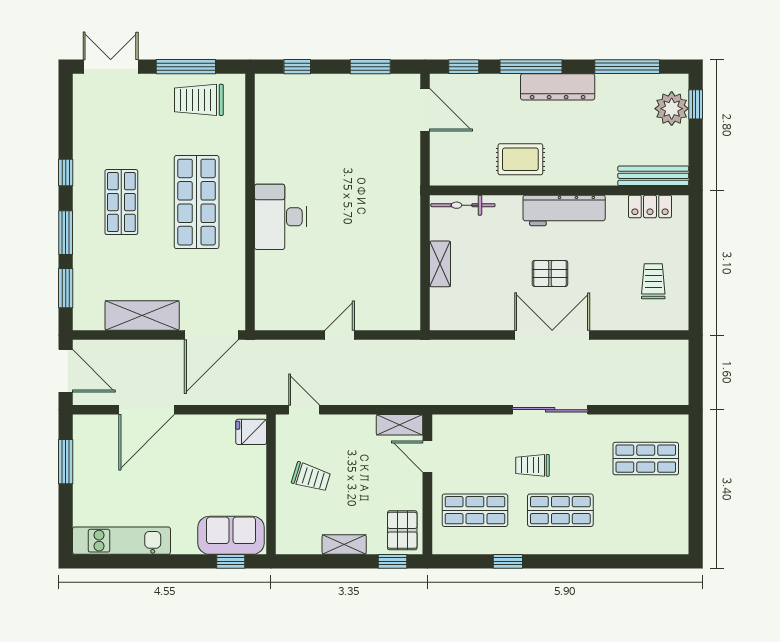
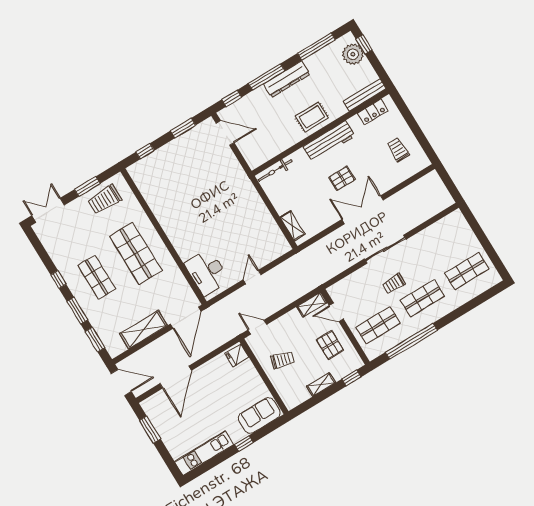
window: (186, 67) -> (87, 186), width x0.69
rug: (520, 159) -> (312, 117), moved
desk: (280, 217) -> (207, 272), moved
shelving: (440, 264) -> (292, 226), moved
shop shelf: (646, 459) -> (467, 271), moved
pallet: (402, 530) -> (330, 345), moved
window: (231, 561) -> (244, 444), moved
window: (508, 561) -> (411, 341), width x3.17

